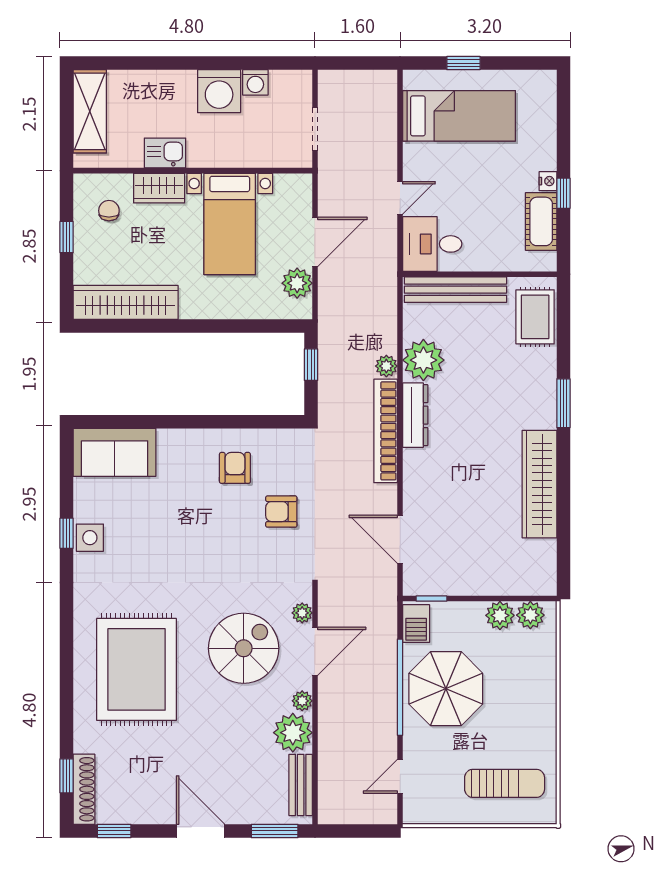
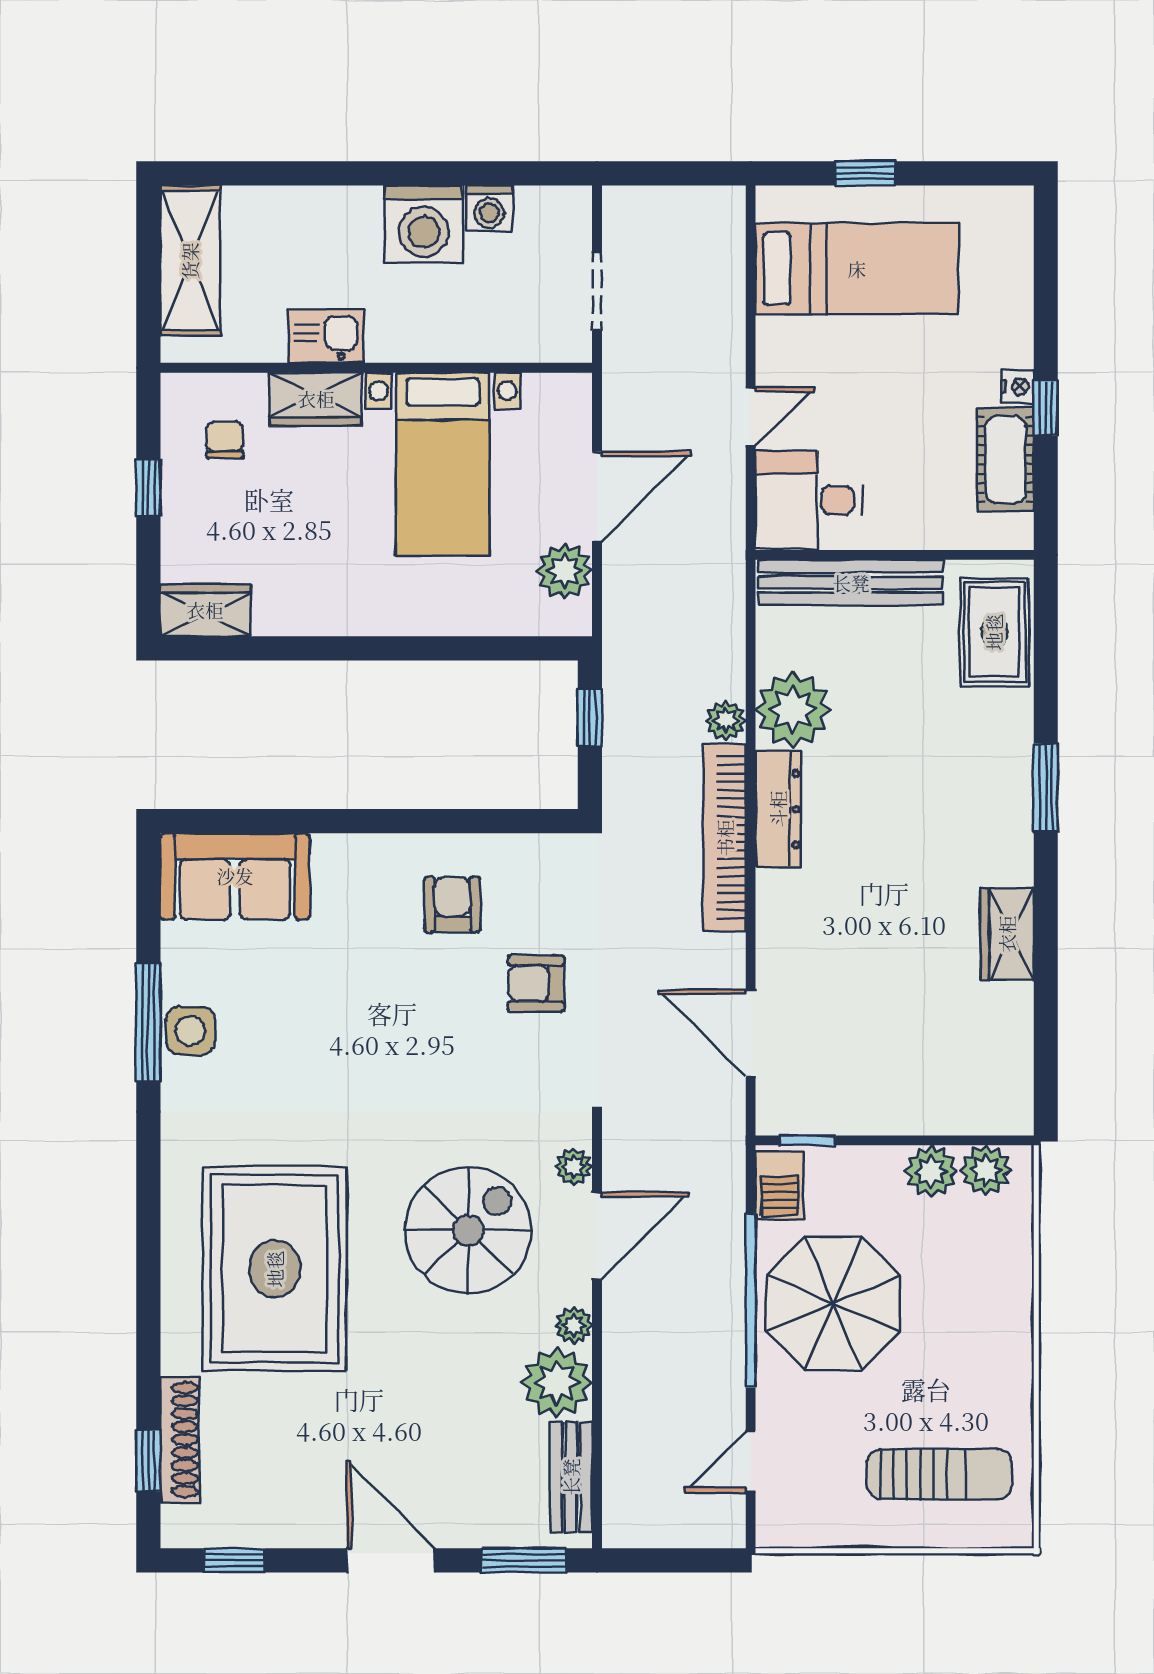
wardrobe: (126, 302) -> (205, 610), width x0.48, depth x0.85
wardrobe: (539, 484) -> (1007, 934), width x0.48, depth x0.85
window: (67, 533) -> (148, 1023), width x2.17
shoe rack: (84, 789) -> (180, 1439), moved

